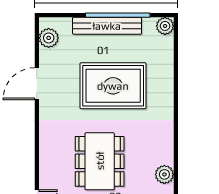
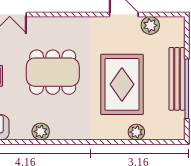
plant: (165, 26) -> (136, 132), moved
plant: (49, 38) -> (150, 25), moved

